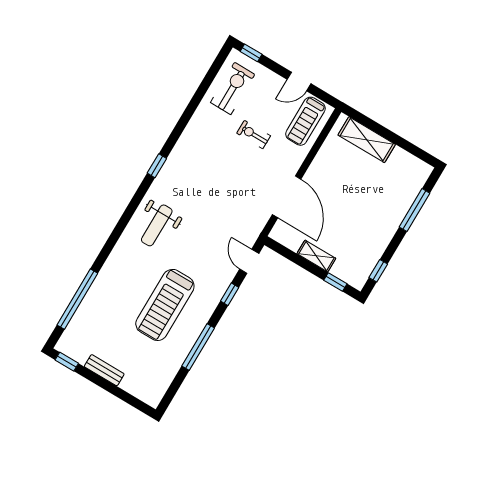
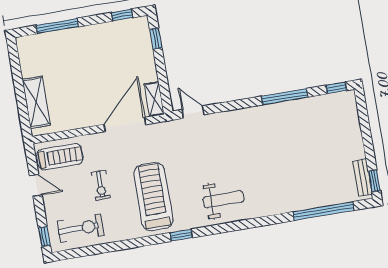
exercise bike: (233, 88) -> (81, 228), turned 180
shelving: (316, 256) -> (154, 99), moved
door: (249, 261) -> (193, 112), swing flipped
window: (230, 294) -> (336, 88), moved
treadmill: (165, 305) -> (153, 197), moved, turned -90
bench: (104, 370) -> (362, 178), moved

